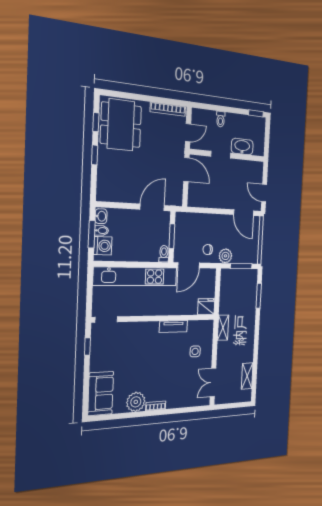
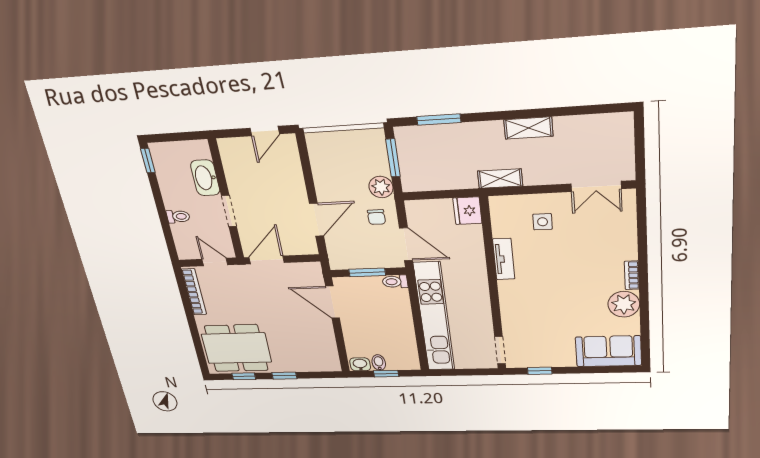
door: (244, 213) -> (316, 220), moved
window: (92, 234) -> (386, 374), width x0.67
washing machine: (103, 246) -> (399, 360), removed
shelving: (247, 376) -> (528, 128), moved

